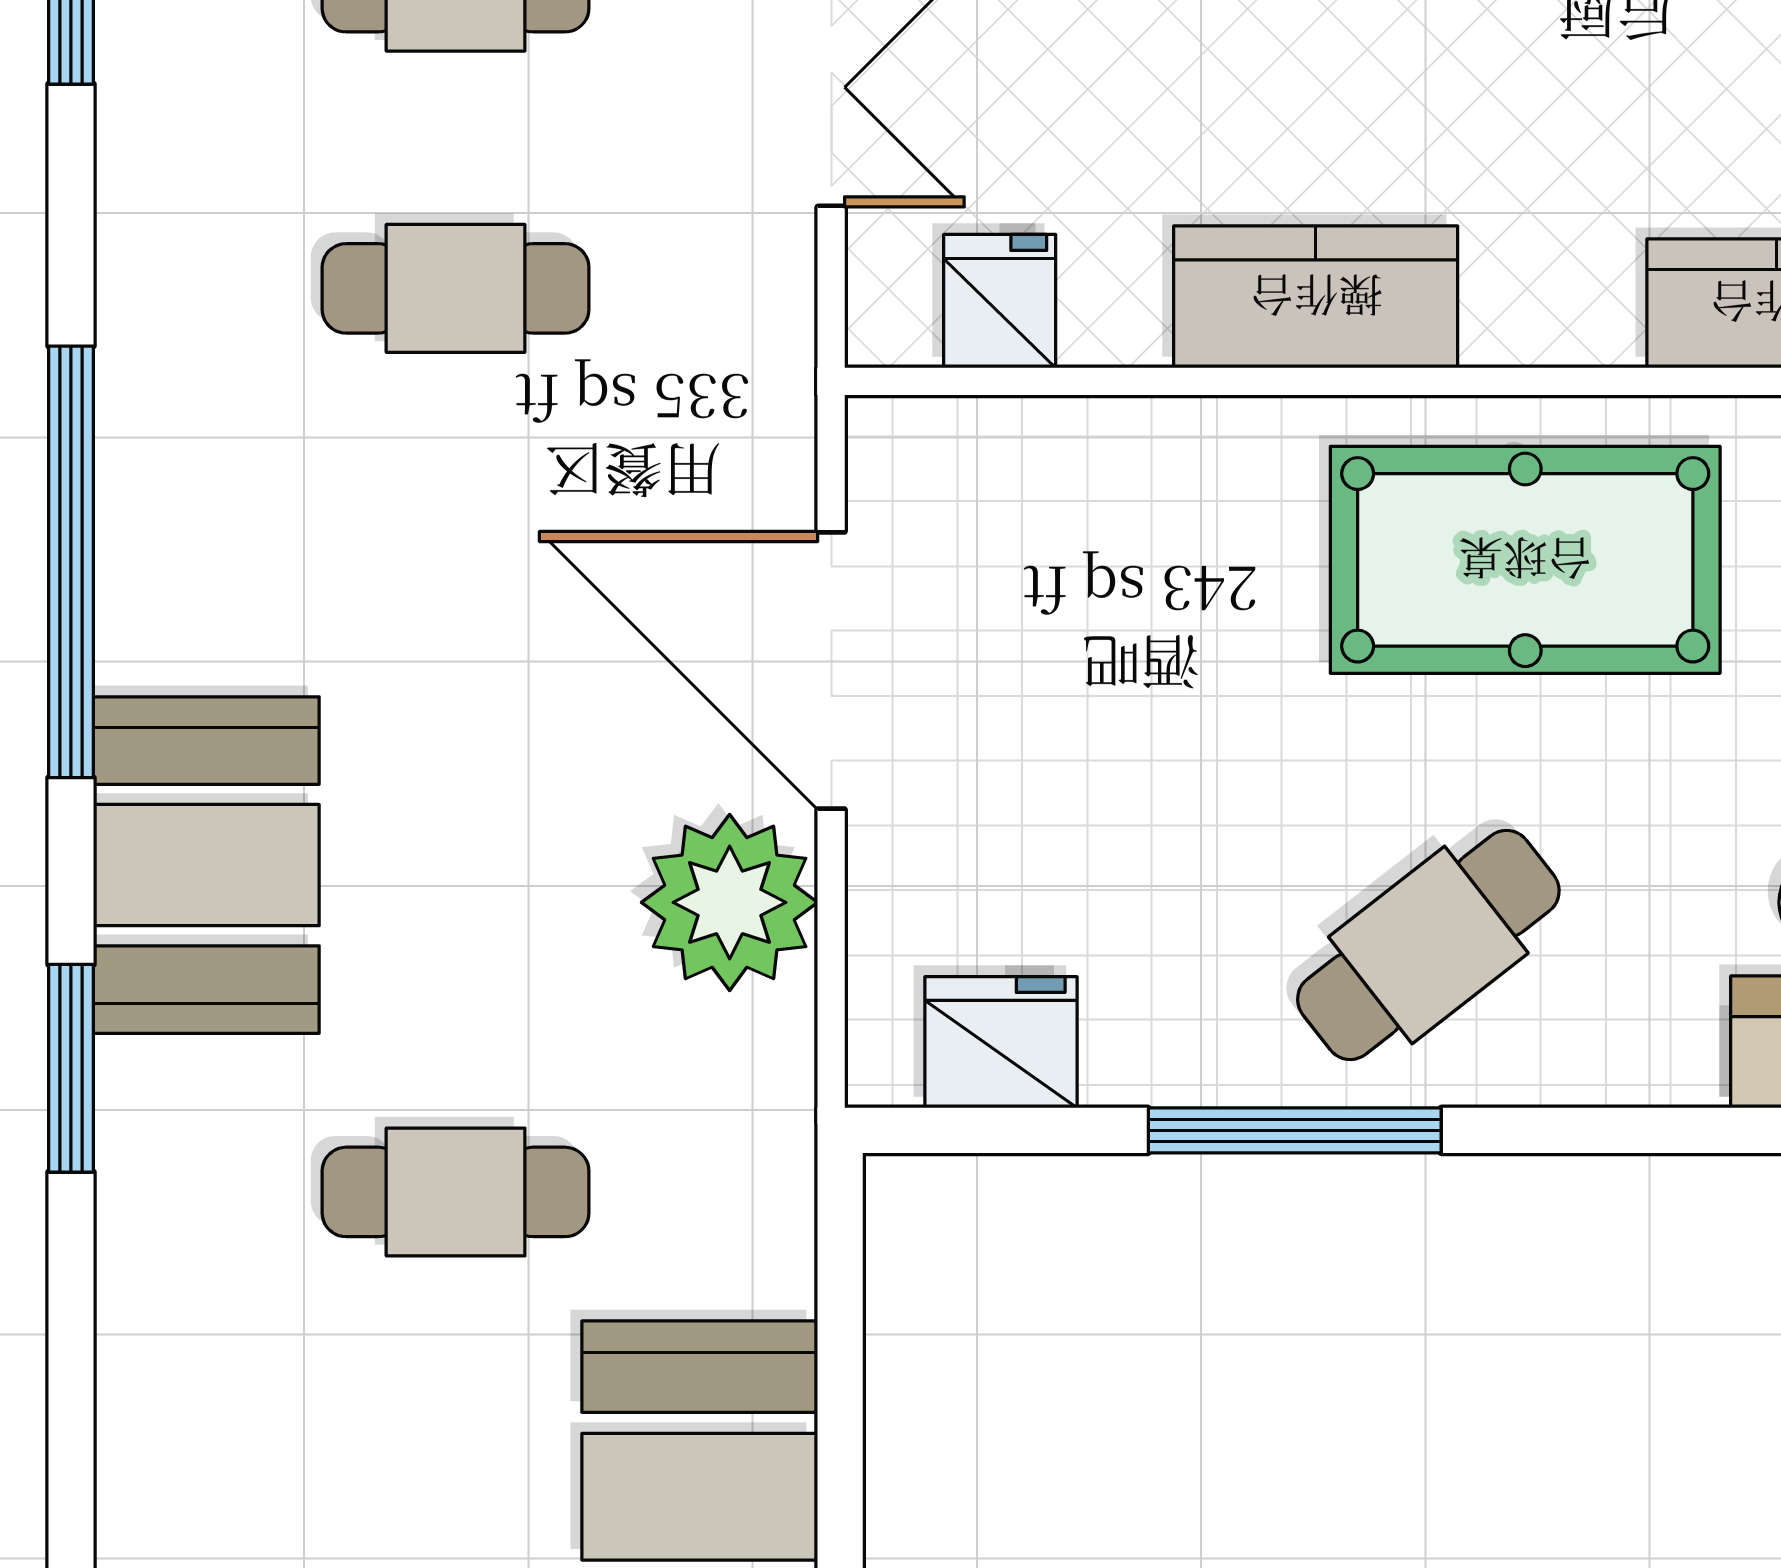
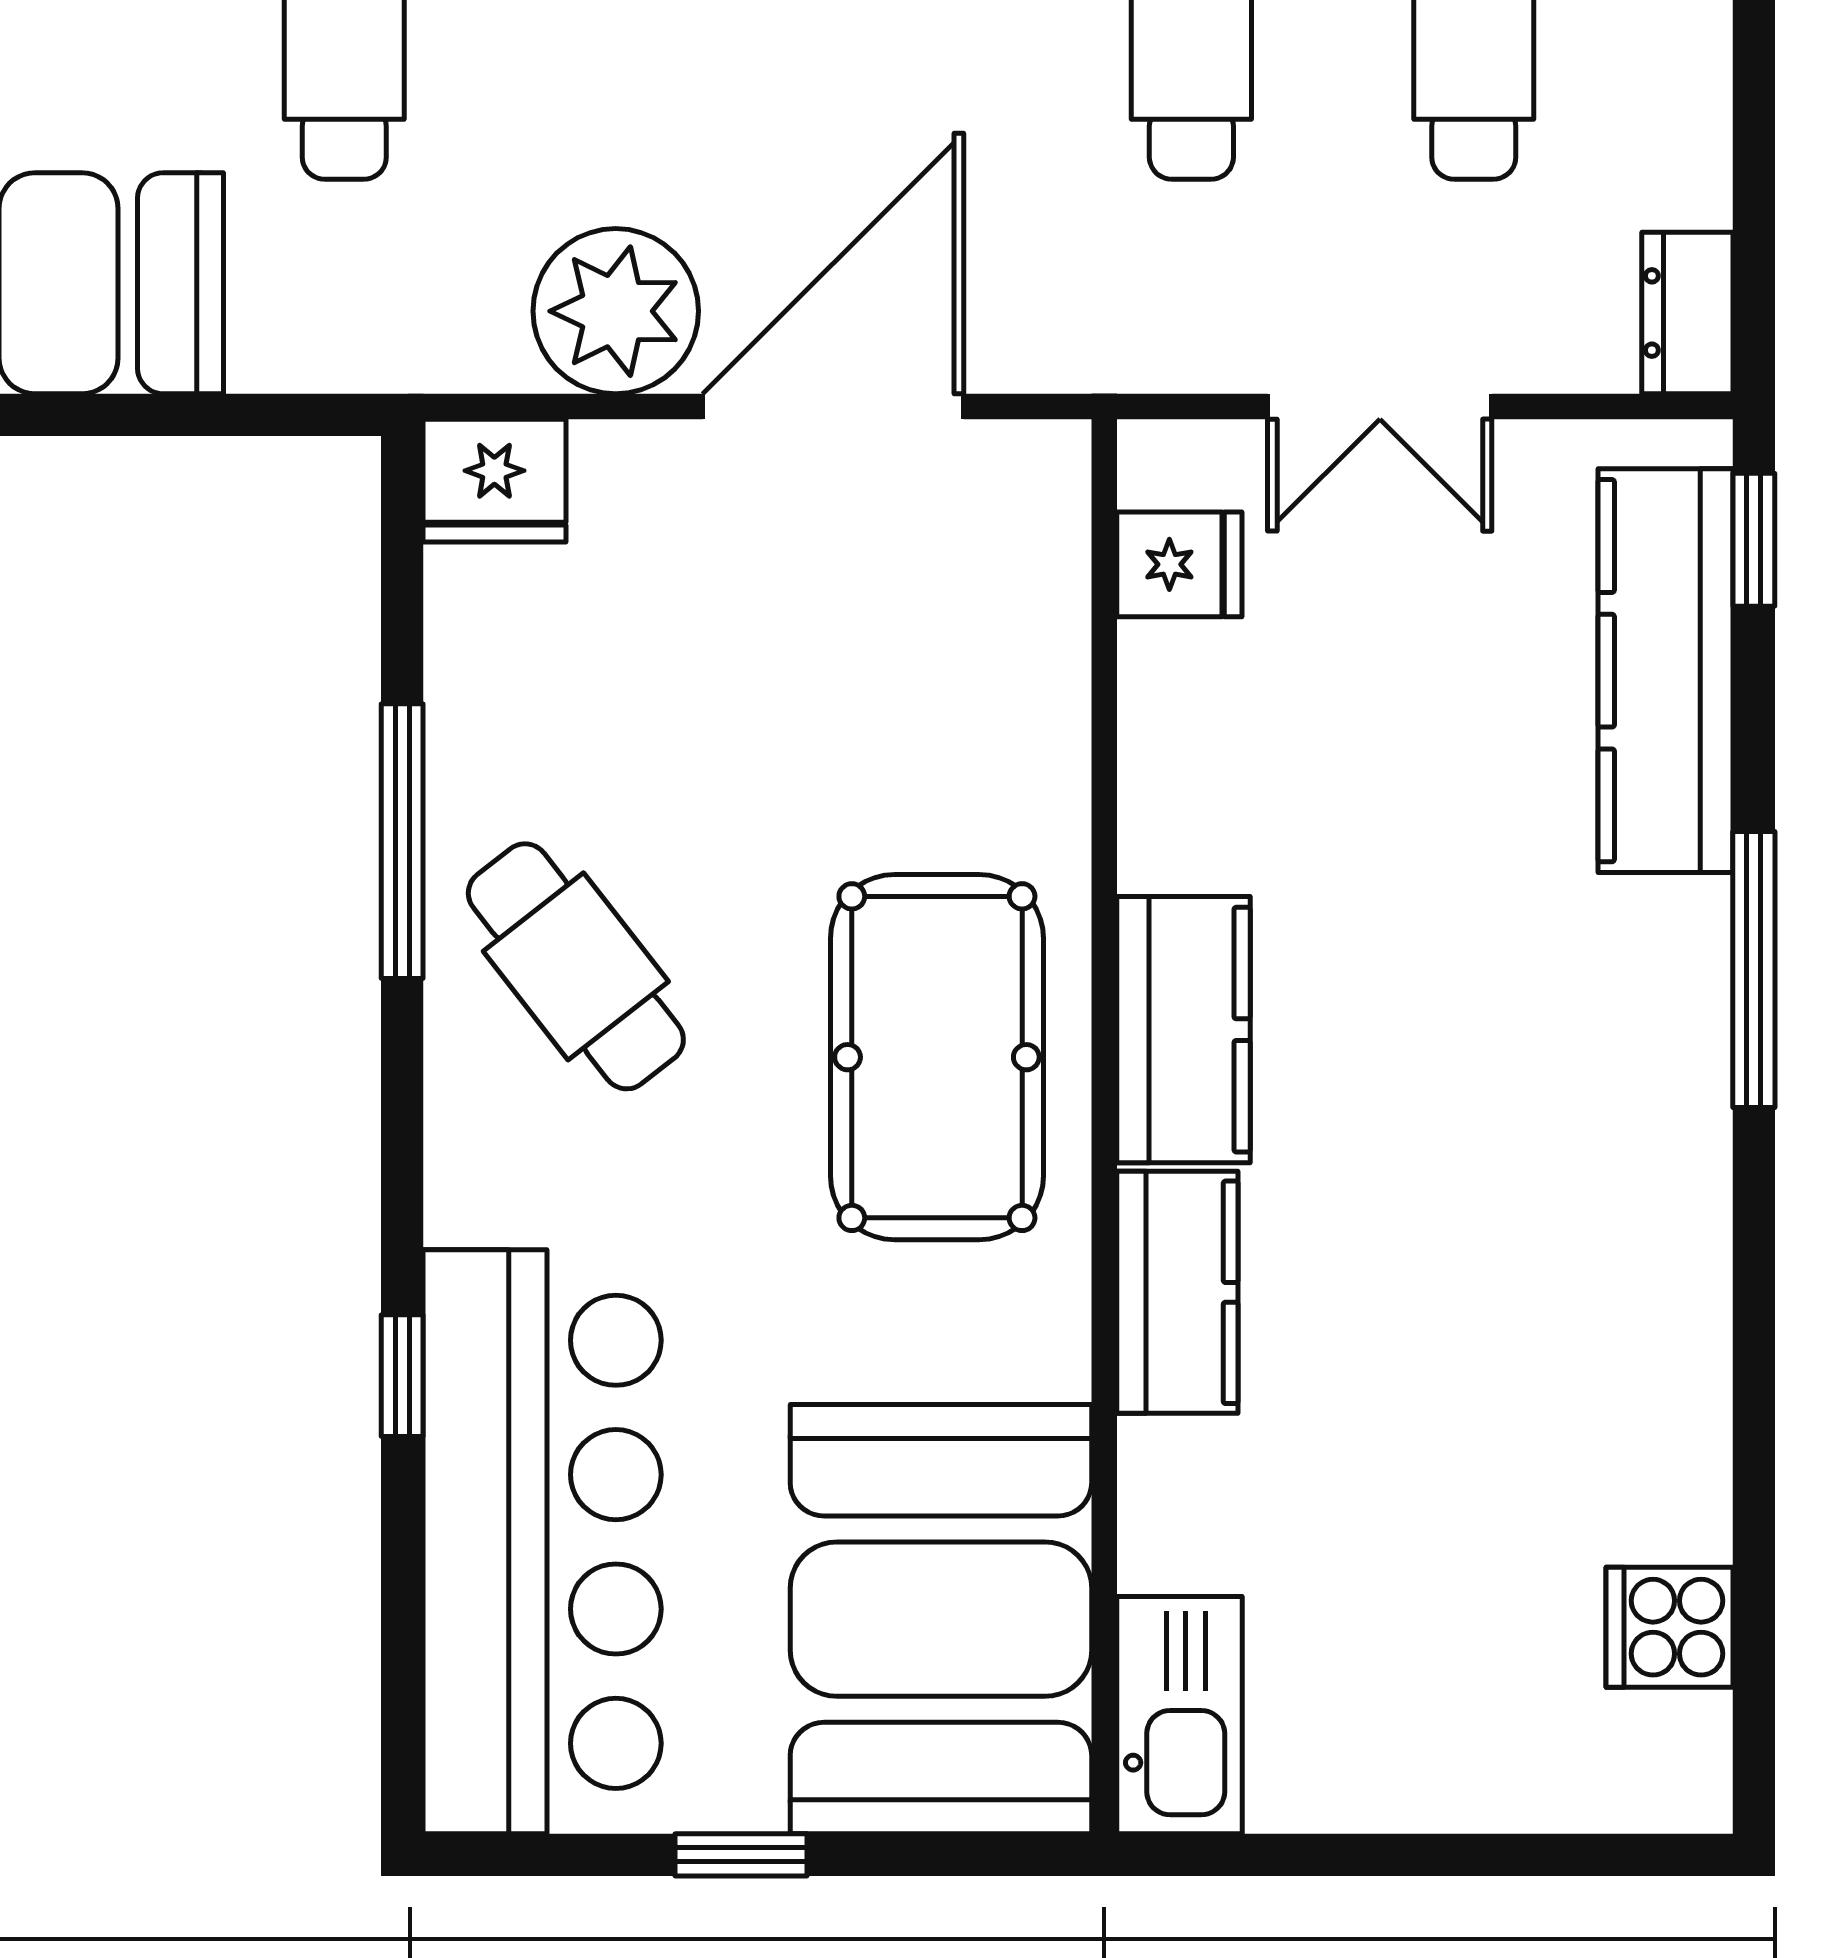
kitchen counter: (1316, 297) -> (1183, 1030), moved
fridge: (1001, 1042) -> (494, 481), moved, turned 90

